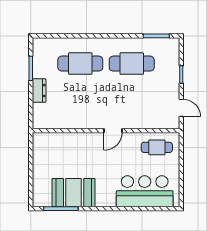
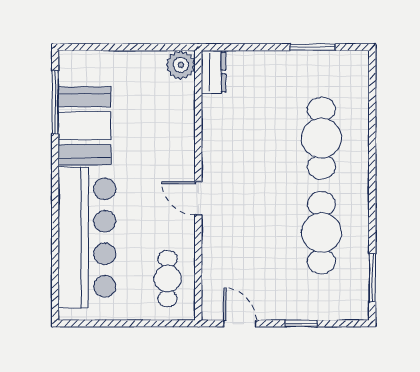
dresser: (39, 91) -> (214, 72), moved, turned -90
door: (181, 108) -> (240, 323), swing flipped
plant: (40, 140) -> (181, 65), added
bar counter: (145, 191) -> (87, 238), width x1.36

